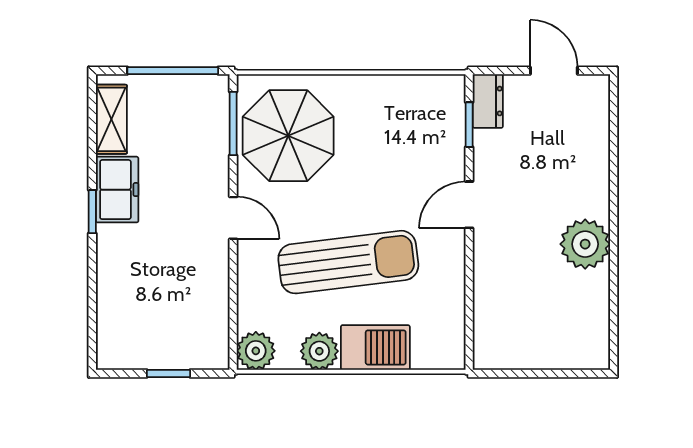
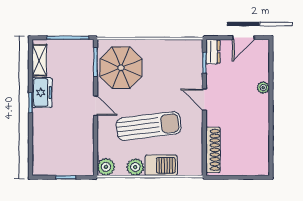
door: (554, 71) -> (243, 38), swing flipped
door: (469, 205) -> (204, 100), hinge flipped
plant: (585, 244) -> (263, 88), moved, width x0.53, depth x0.53
shoe rack: (488, 314) -> (213, 150), added

